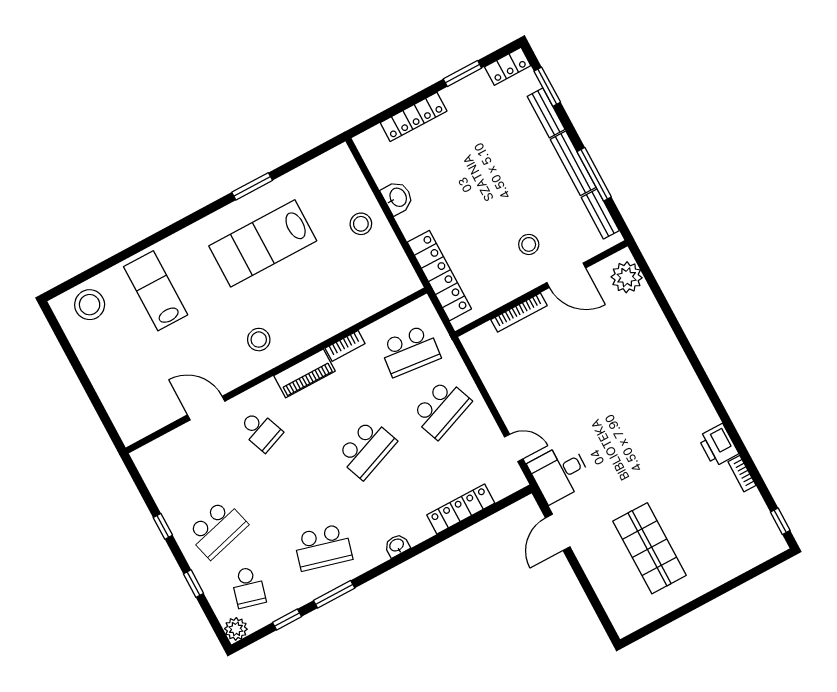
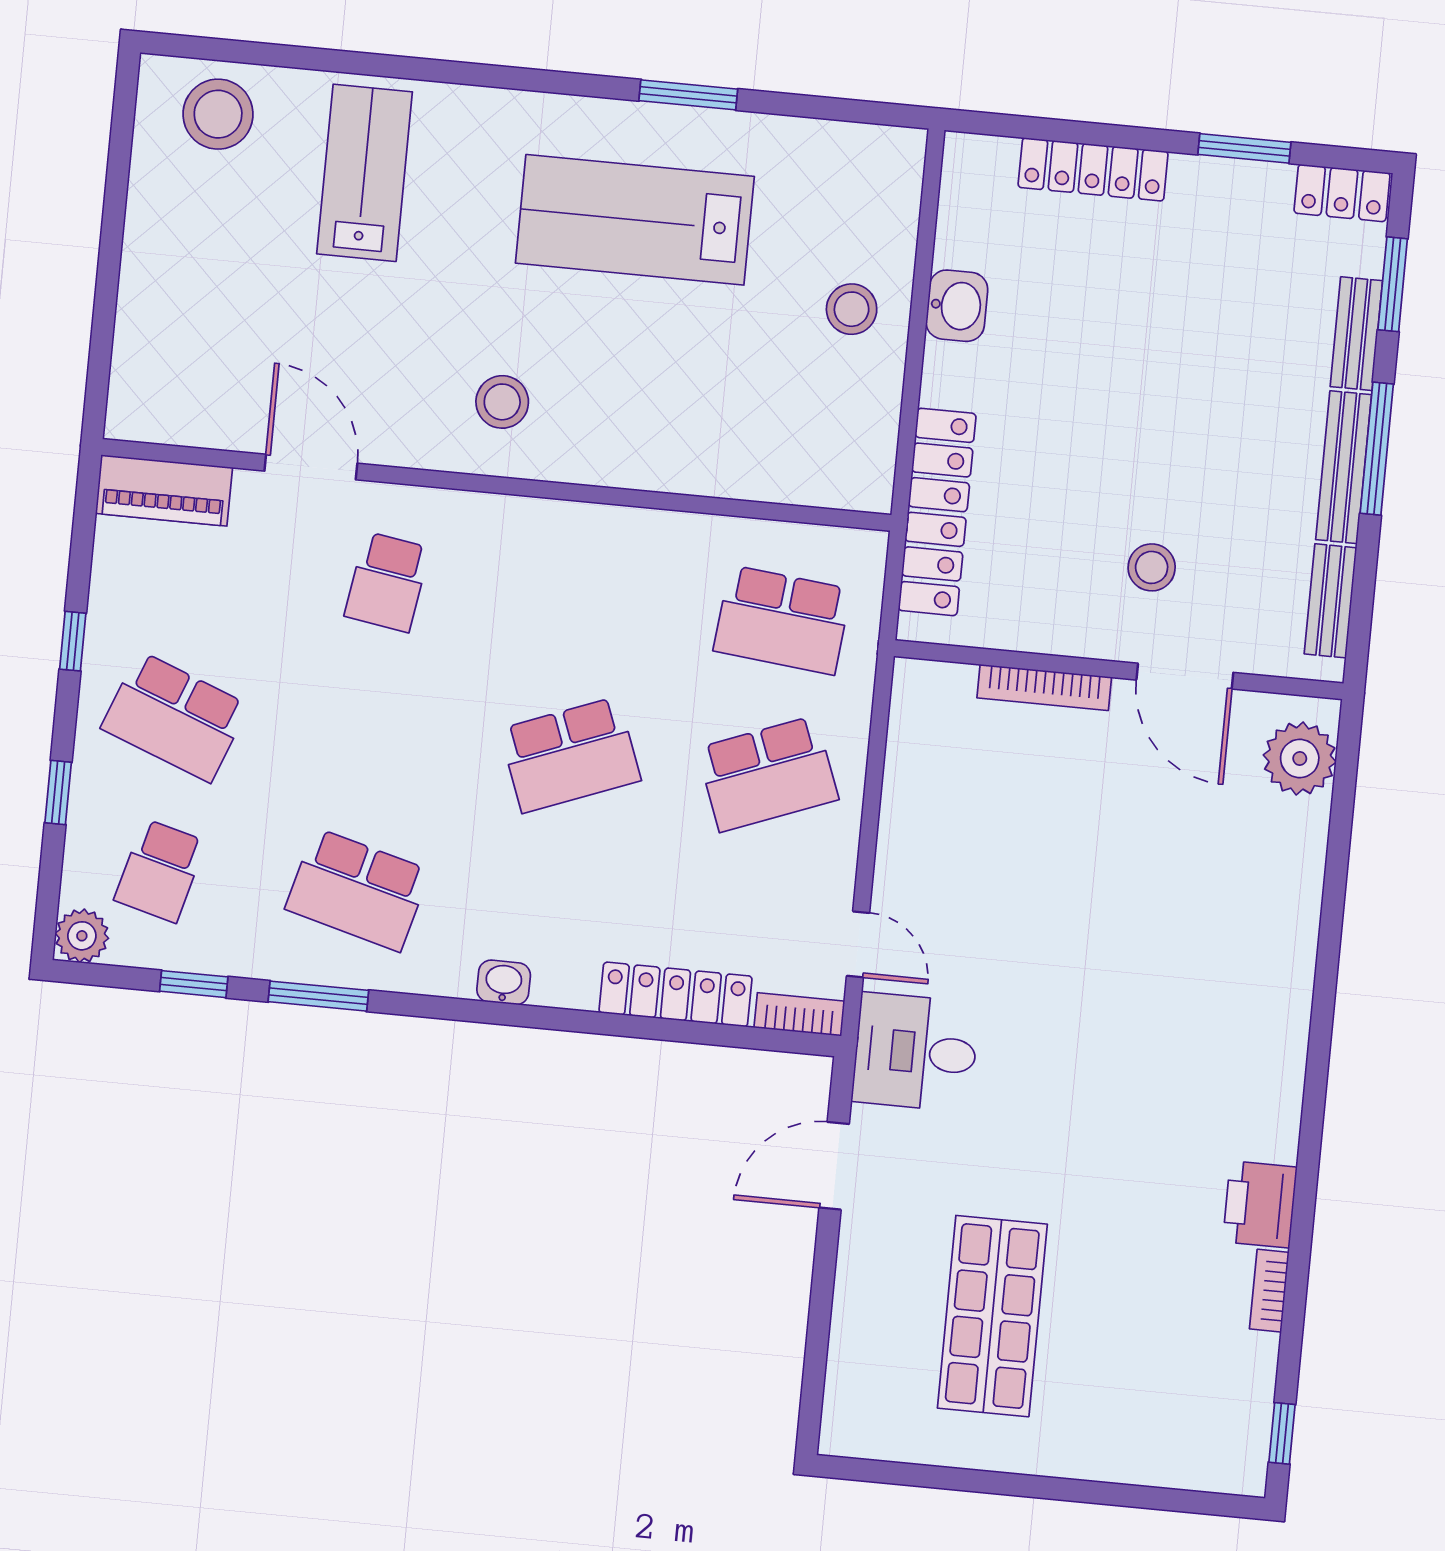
window: (594, 174) -> (1377, 449), moved
bookcase: (345, 346) -> (799, 1014), moved, turned 180
piano: (304, 373) -> (164, 490), moved
school desk: (261, 431) -> (387, 582), turned 30
school desk: (217, 529) -> (175, 717), turned 36

